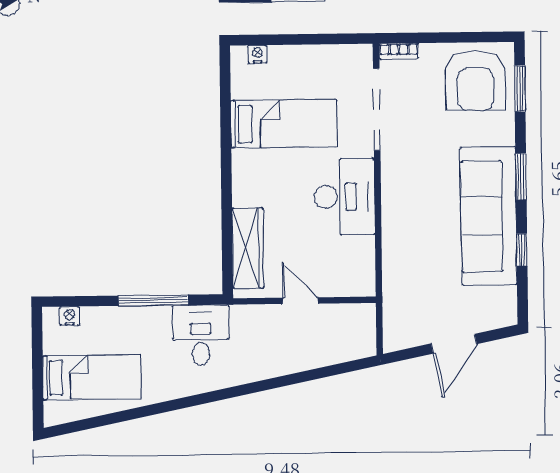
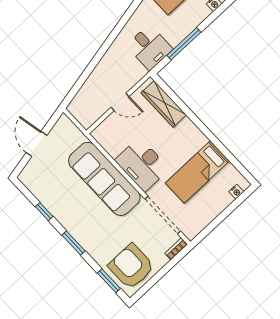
sofa: (489, 216) -> (104, 179), moved, turned 180

